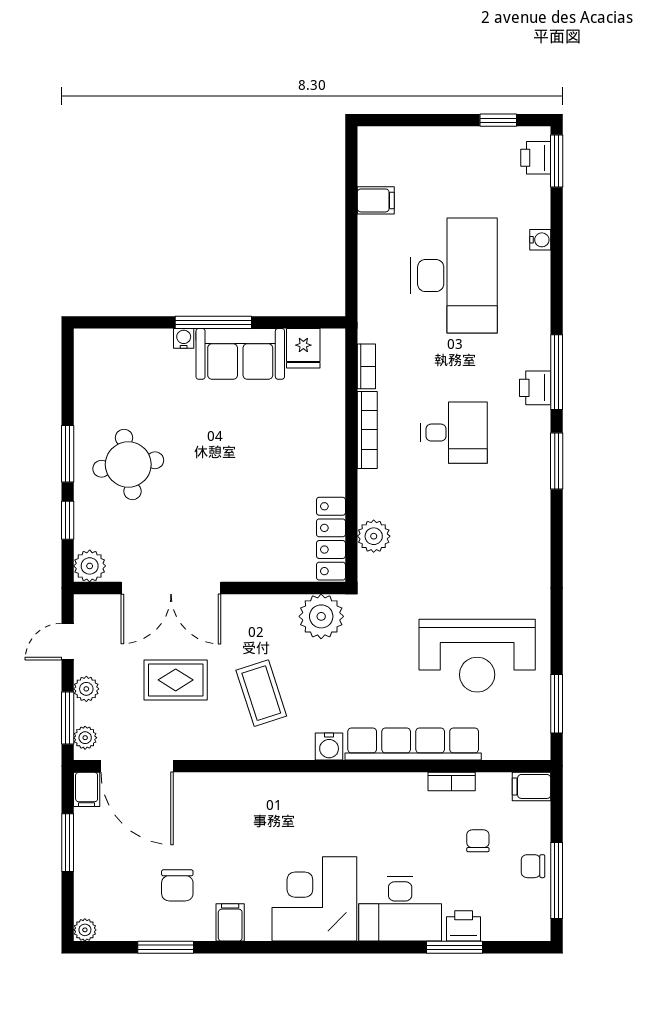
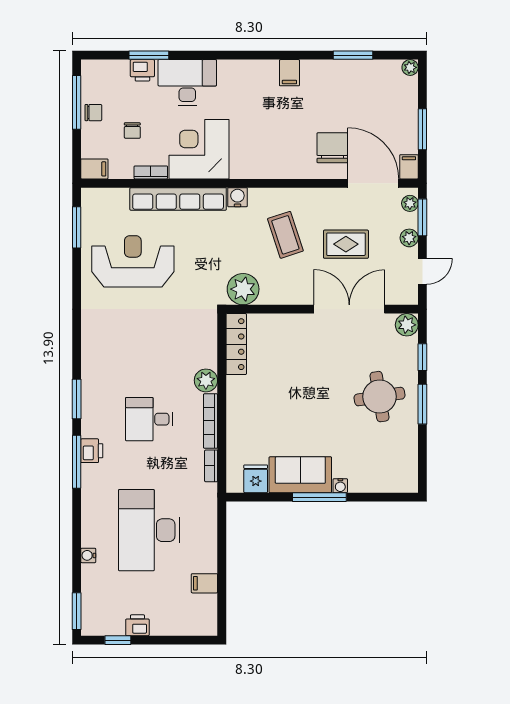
printer: (536, 158) -> (137, 625), moved, turned -90
plant: (374, 536) -> (206, 380), moved
chair: (177, 885) -> (332, 148), moved, width x1.37, depth x1.37
corner desk: (314, 899) -> (199, 149), moved, turned 180
filing cabinet: (230, 922) -> (289, 73), moved

